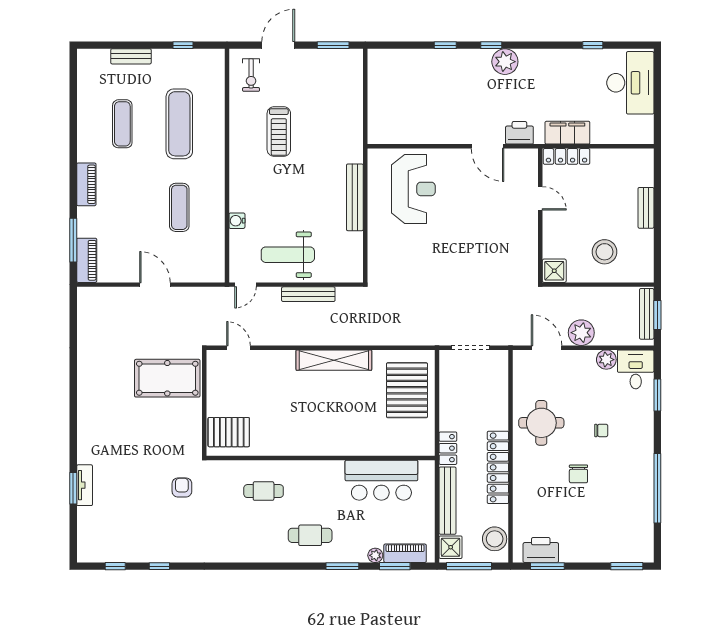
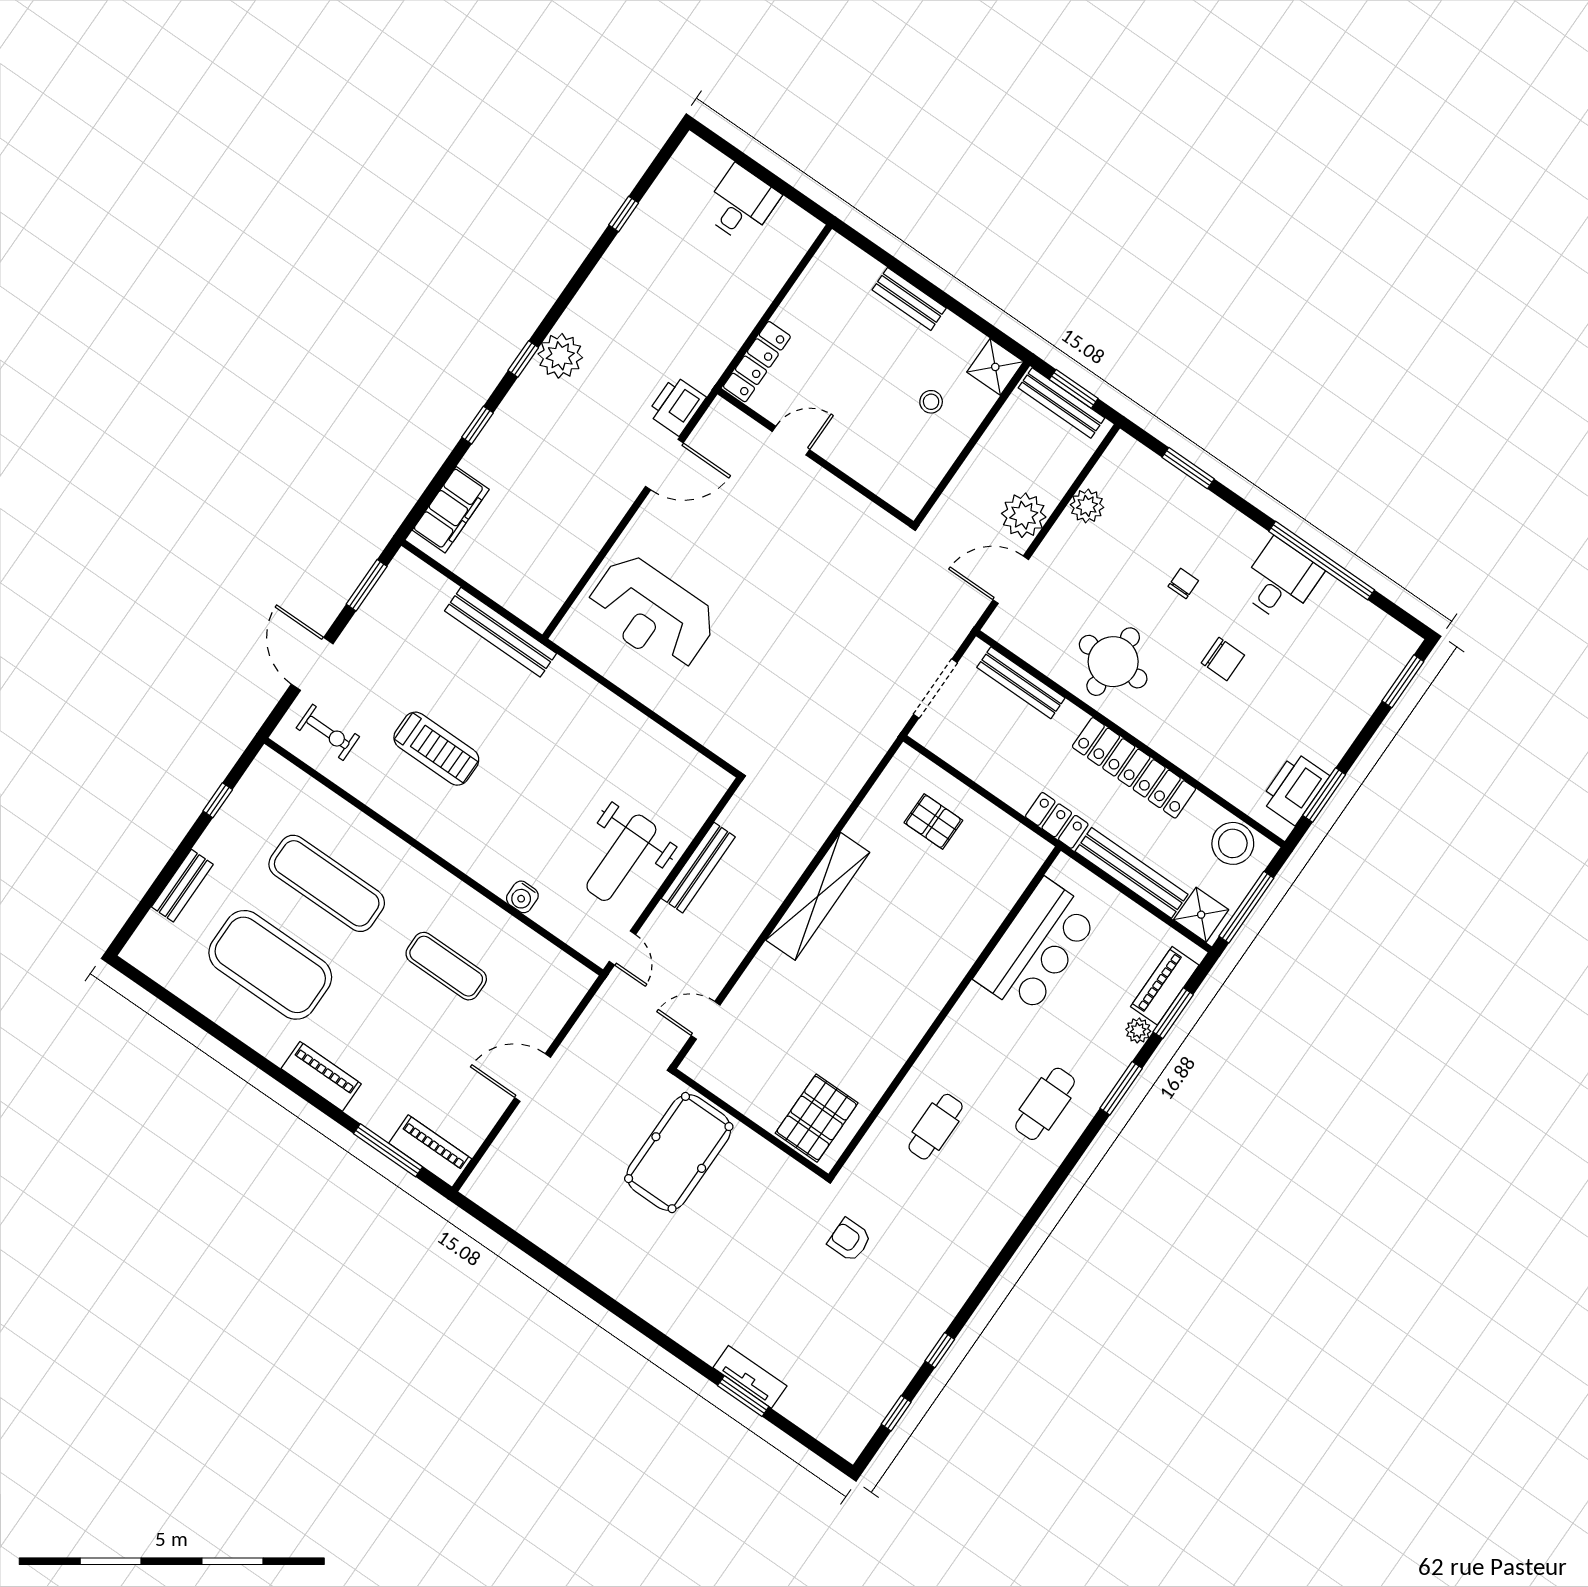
desk: (630, 83) -> (741, 204), width x0.53, depth x0.77
exercise mat: (122, 124) -> (270, 965), width x2.00, depth x1.45
filing cabinet: (567, 133) -> (451, 510), moved, turned 180
reception desk: (413, 189) -> (652, 613), turned 180
bench: (355, 197) -> (501, 632), moved
stool: (605, 252) -> (931, 402), width x0.53, depth x0.53
shower: (554, 271) -> (995, 367), moved
desk: (636, 369) -> (1280, 581), moved, turned 90
bench: (501, 386) -> (1021, 683), added
pallet: (407, 390) -> (933, 821), width x0.49, depth x0.50

